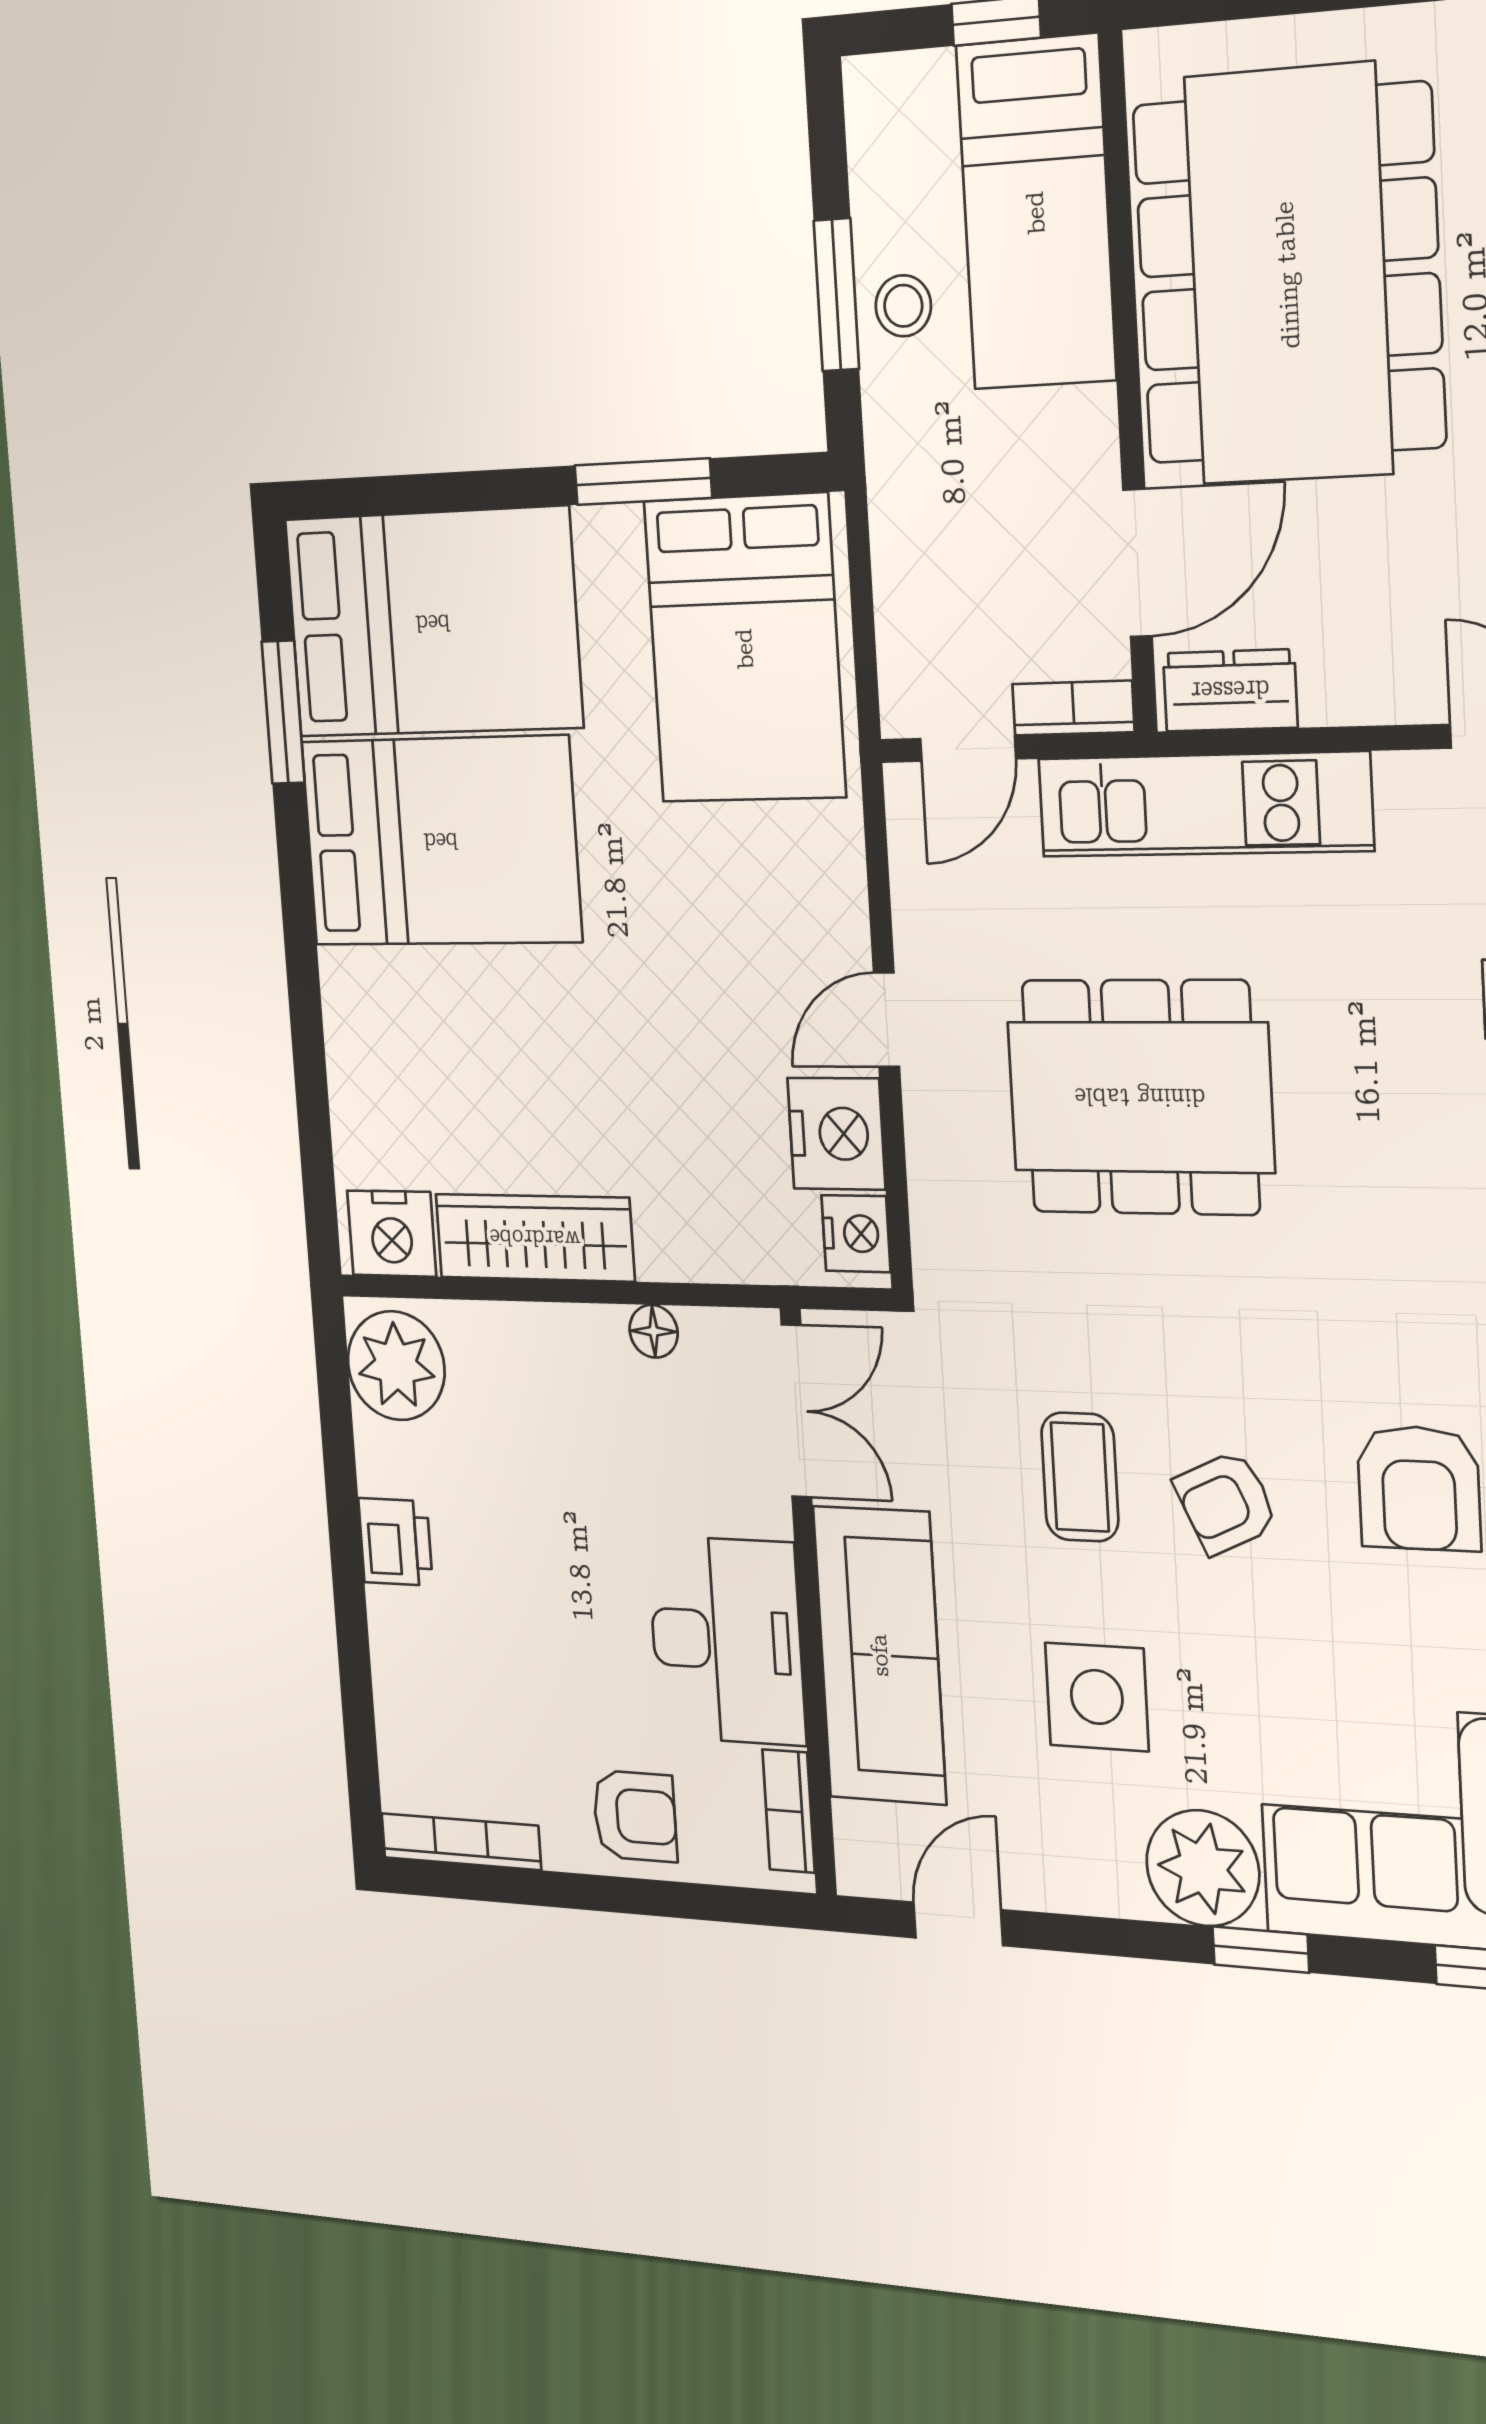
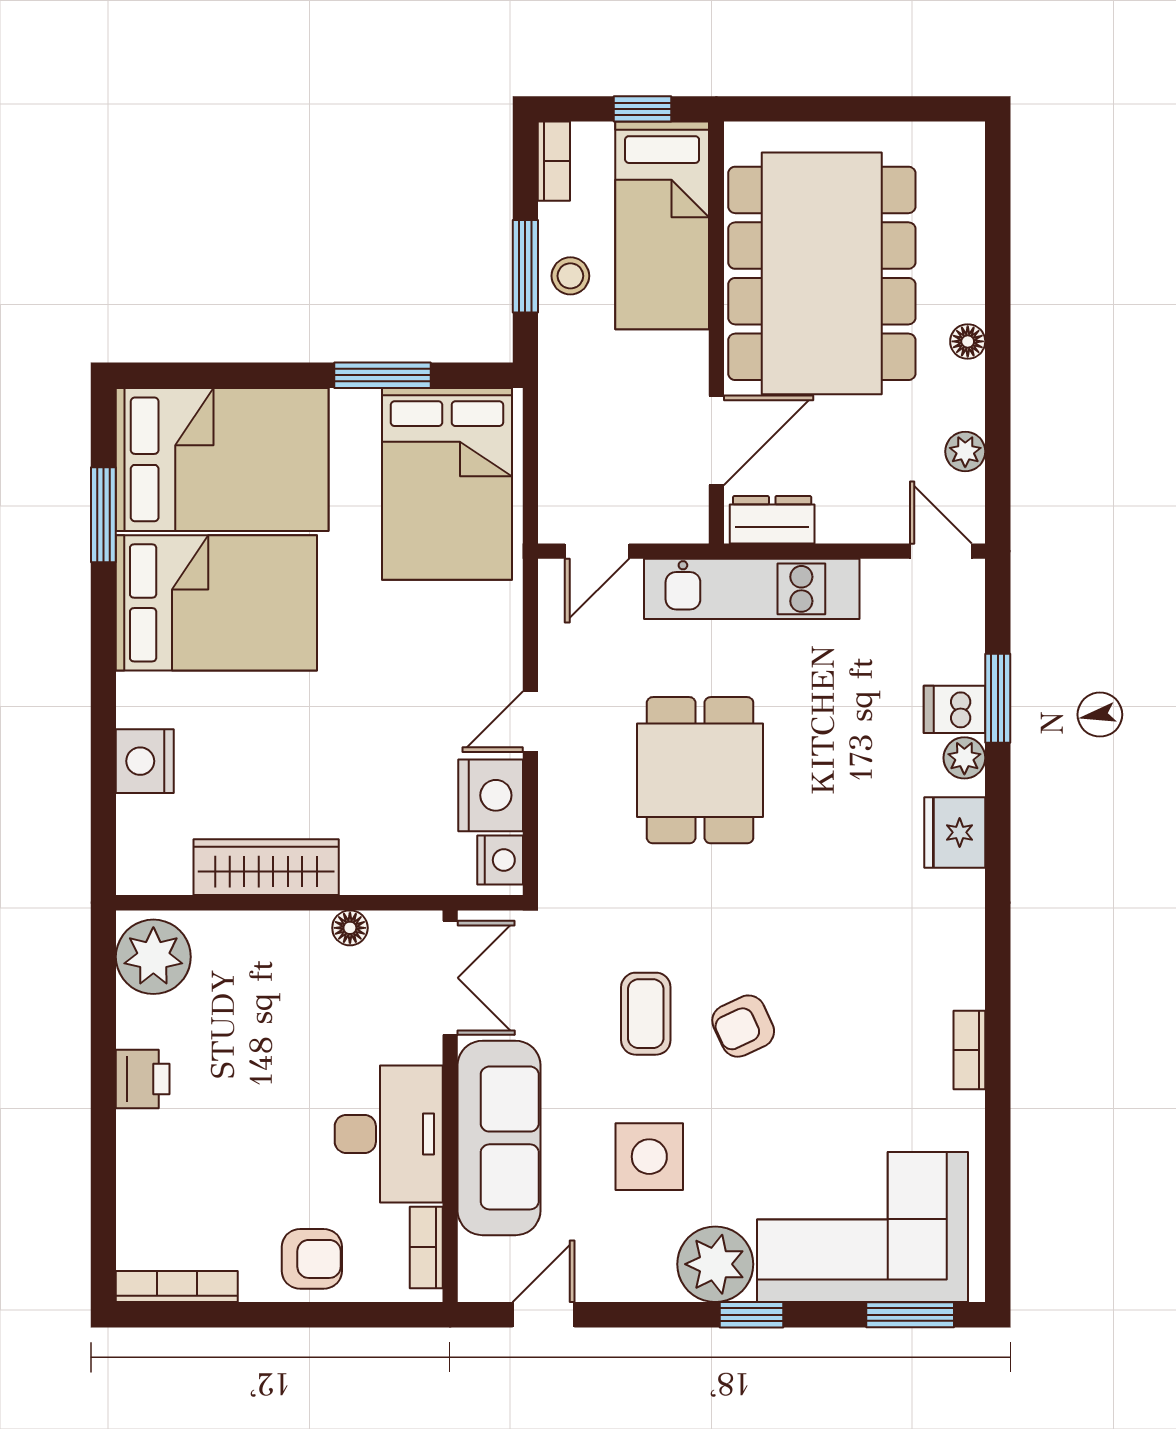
bookcase: (1073, 708) -> (554, 161), moved, turned 90
dining table: (1140, 1097) -> (700, 770), width x0.73
nightstand: (392, 1234) -> (145, 761), moved, turned 90
armchair: (1419, 1488) -> (869, 1012), removed

